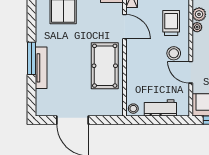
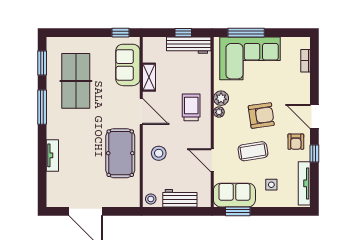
stool: (174, 53) -> (159, 153), moved
window: (32, 58) -> (42, 107), moved
tv unit: (41, 68) -> (52, 155), width x0.71

